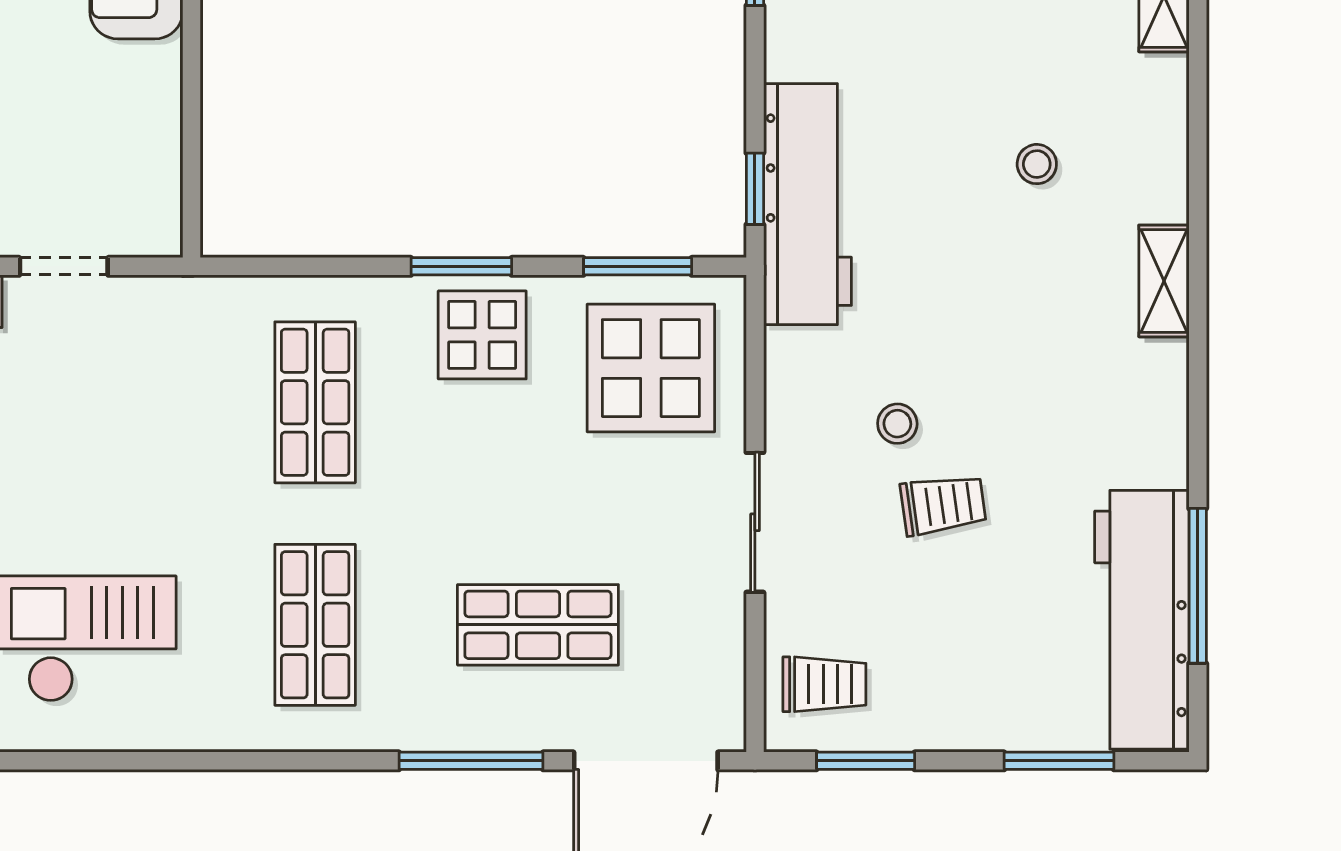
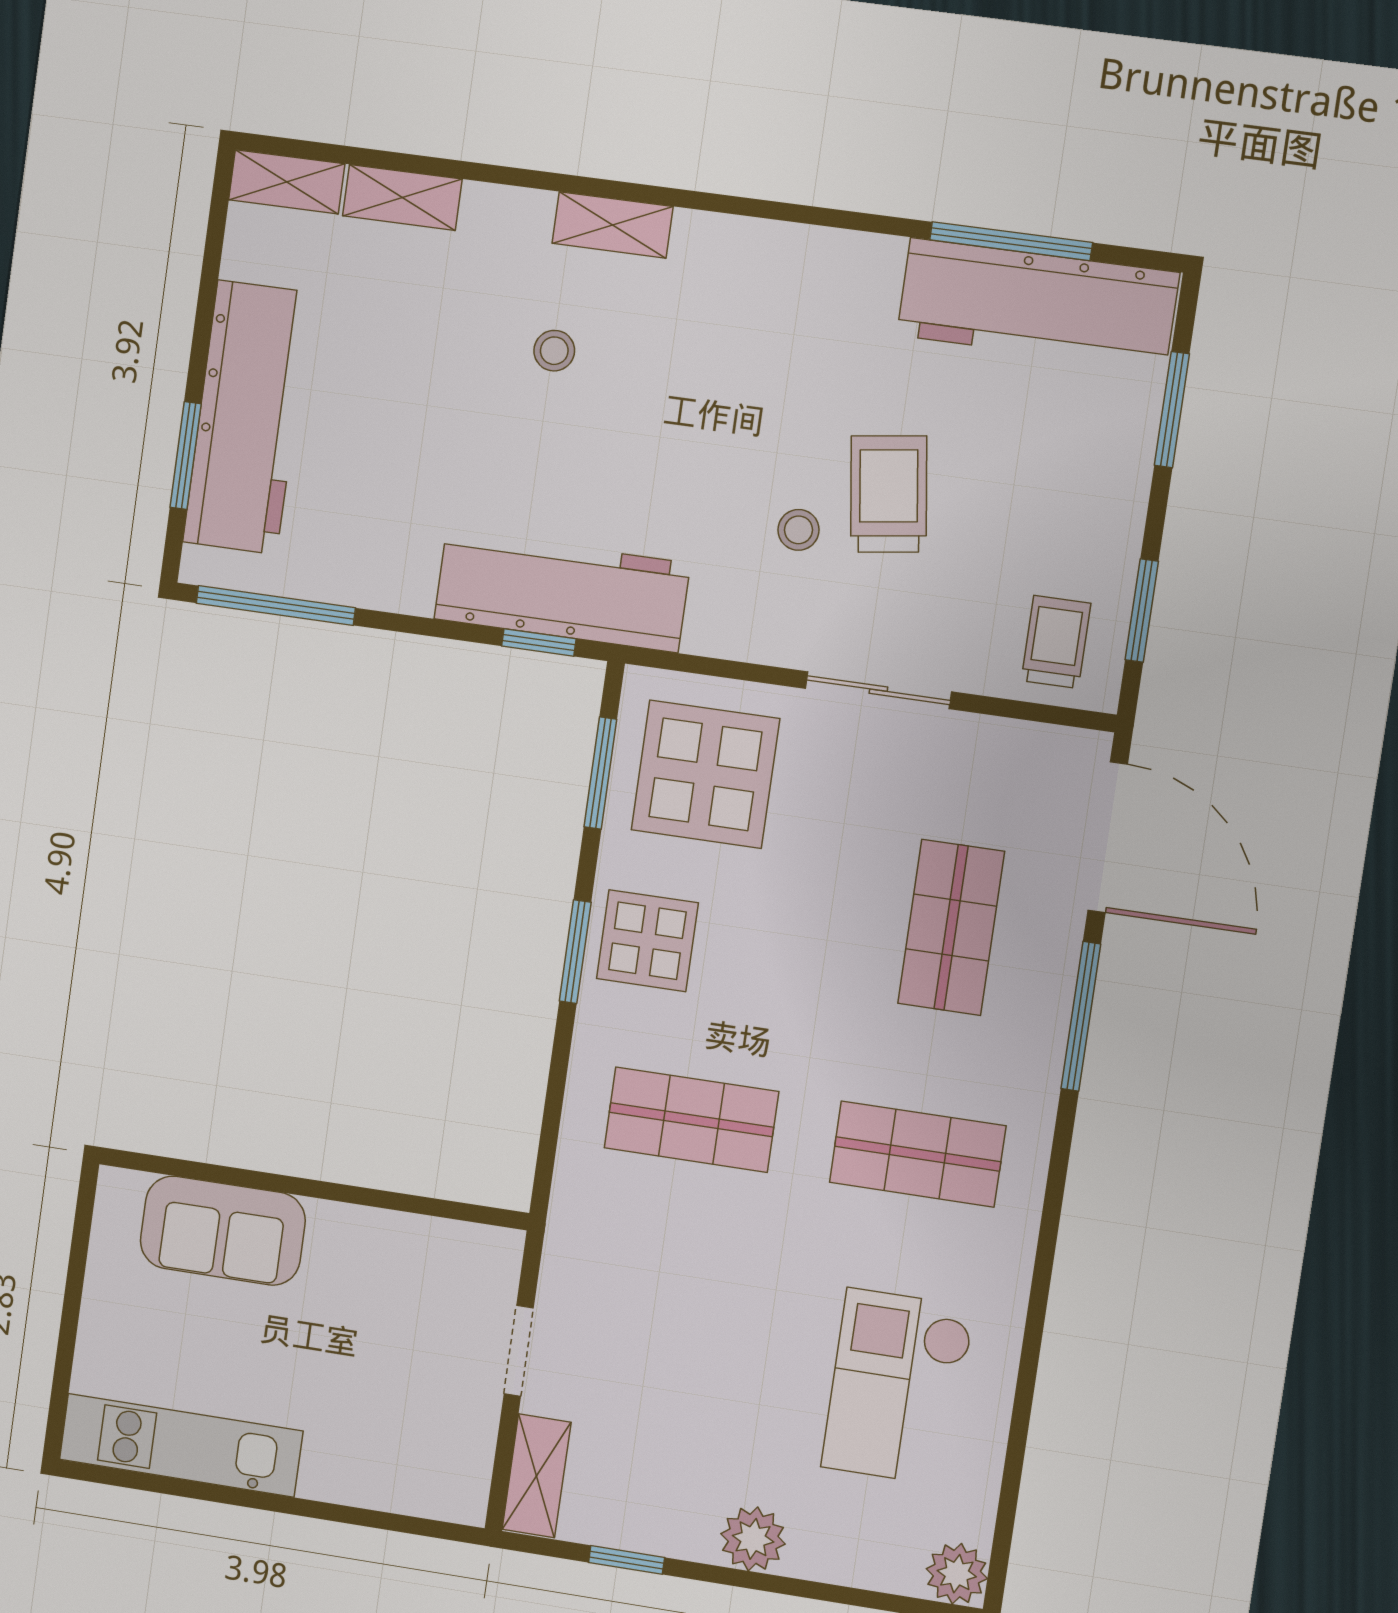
shelving: (1164, 281) -> (613, 225), moved
trolley: (943, 505) -> (889, 494), width x1.36, depth x1.39

